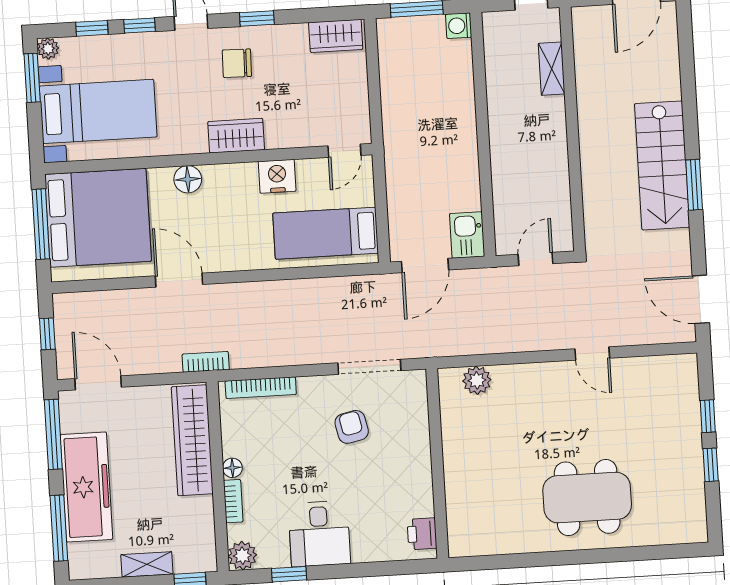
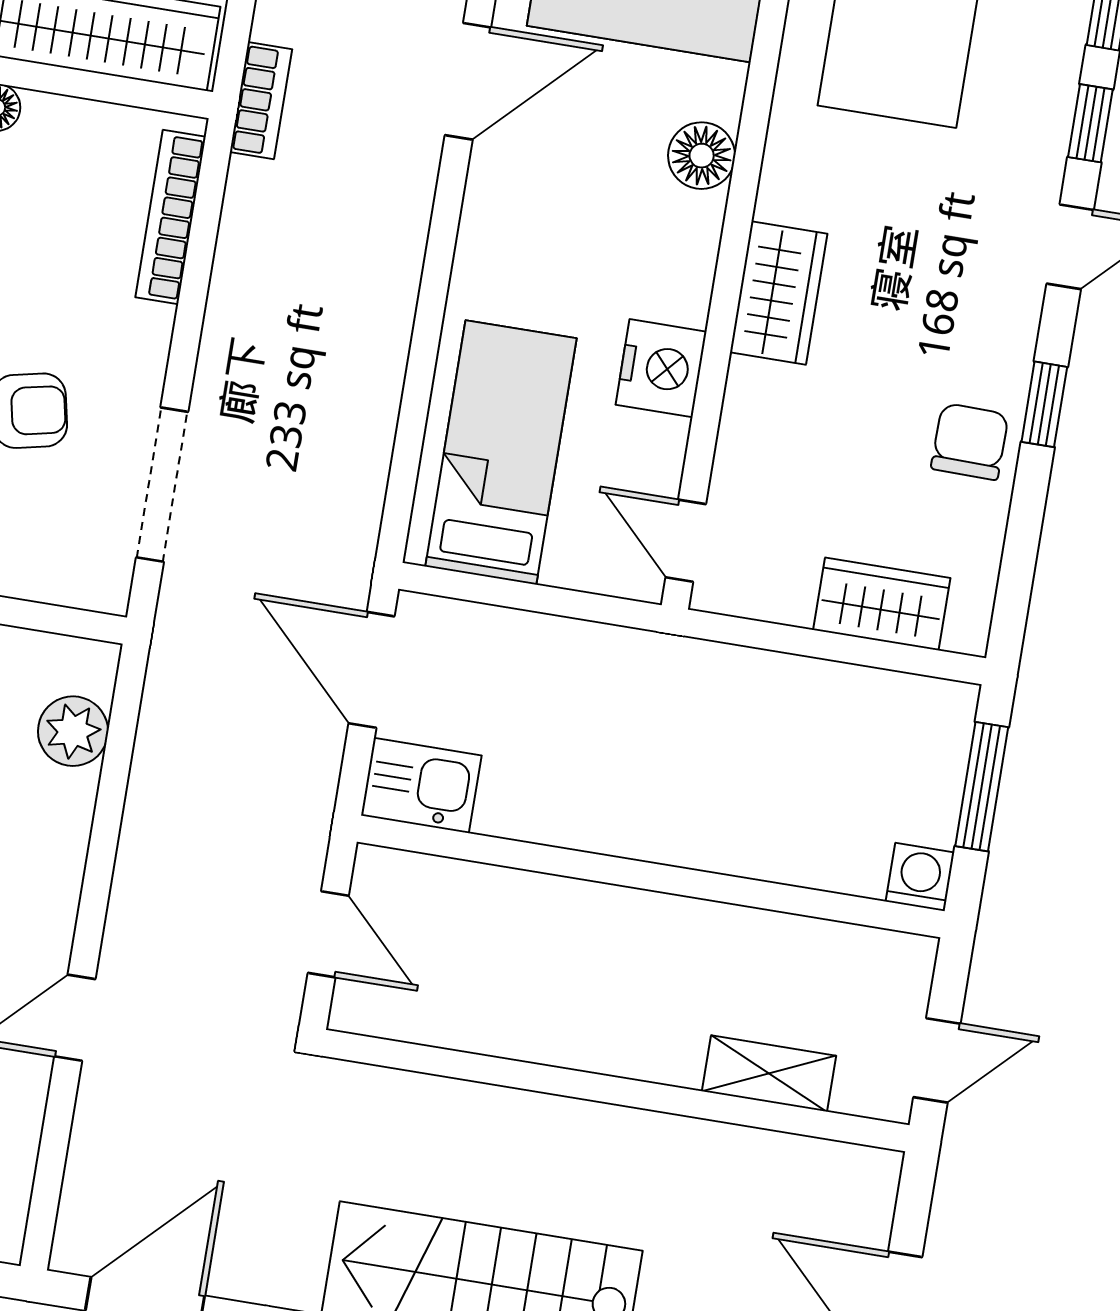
wardrobe: (336, 36) -> (882, 604), moved, turned 90
chair: (237, 63) -> (970, 442), moved

